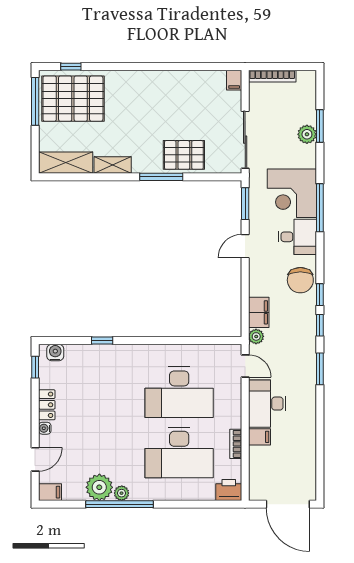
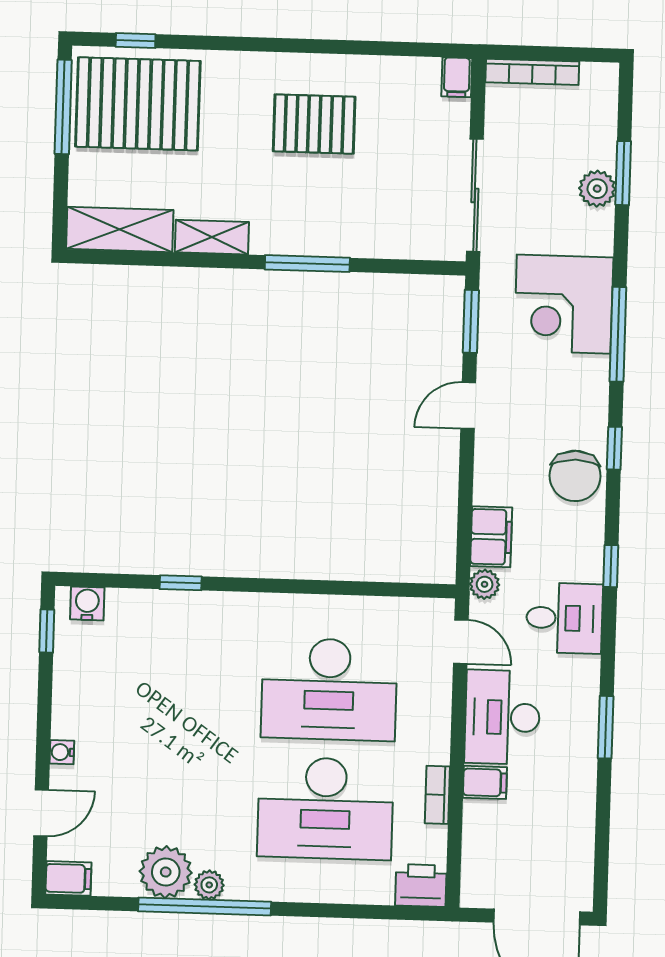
pallet: (184, 155) -> (314, 124), moved
desk: (297, 237) -> (564, 618), moved
window: (320, 295) -> (614, 448), moved
window: (320, 369) -> (606, 727), moved
locker: (47, 405) -> (67, 706), removed

